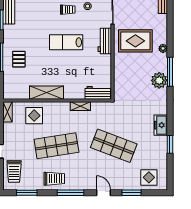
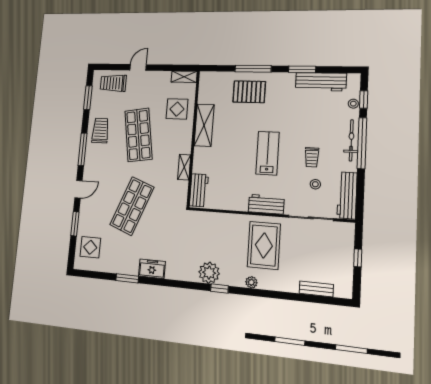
pallet: (19, 59) -> (249, 92), width x1.50, depth x1.42
window: (170, 72) -> (219, 288), width x0.46
trolley: (54, 179) -> (100, 131), turned 180

